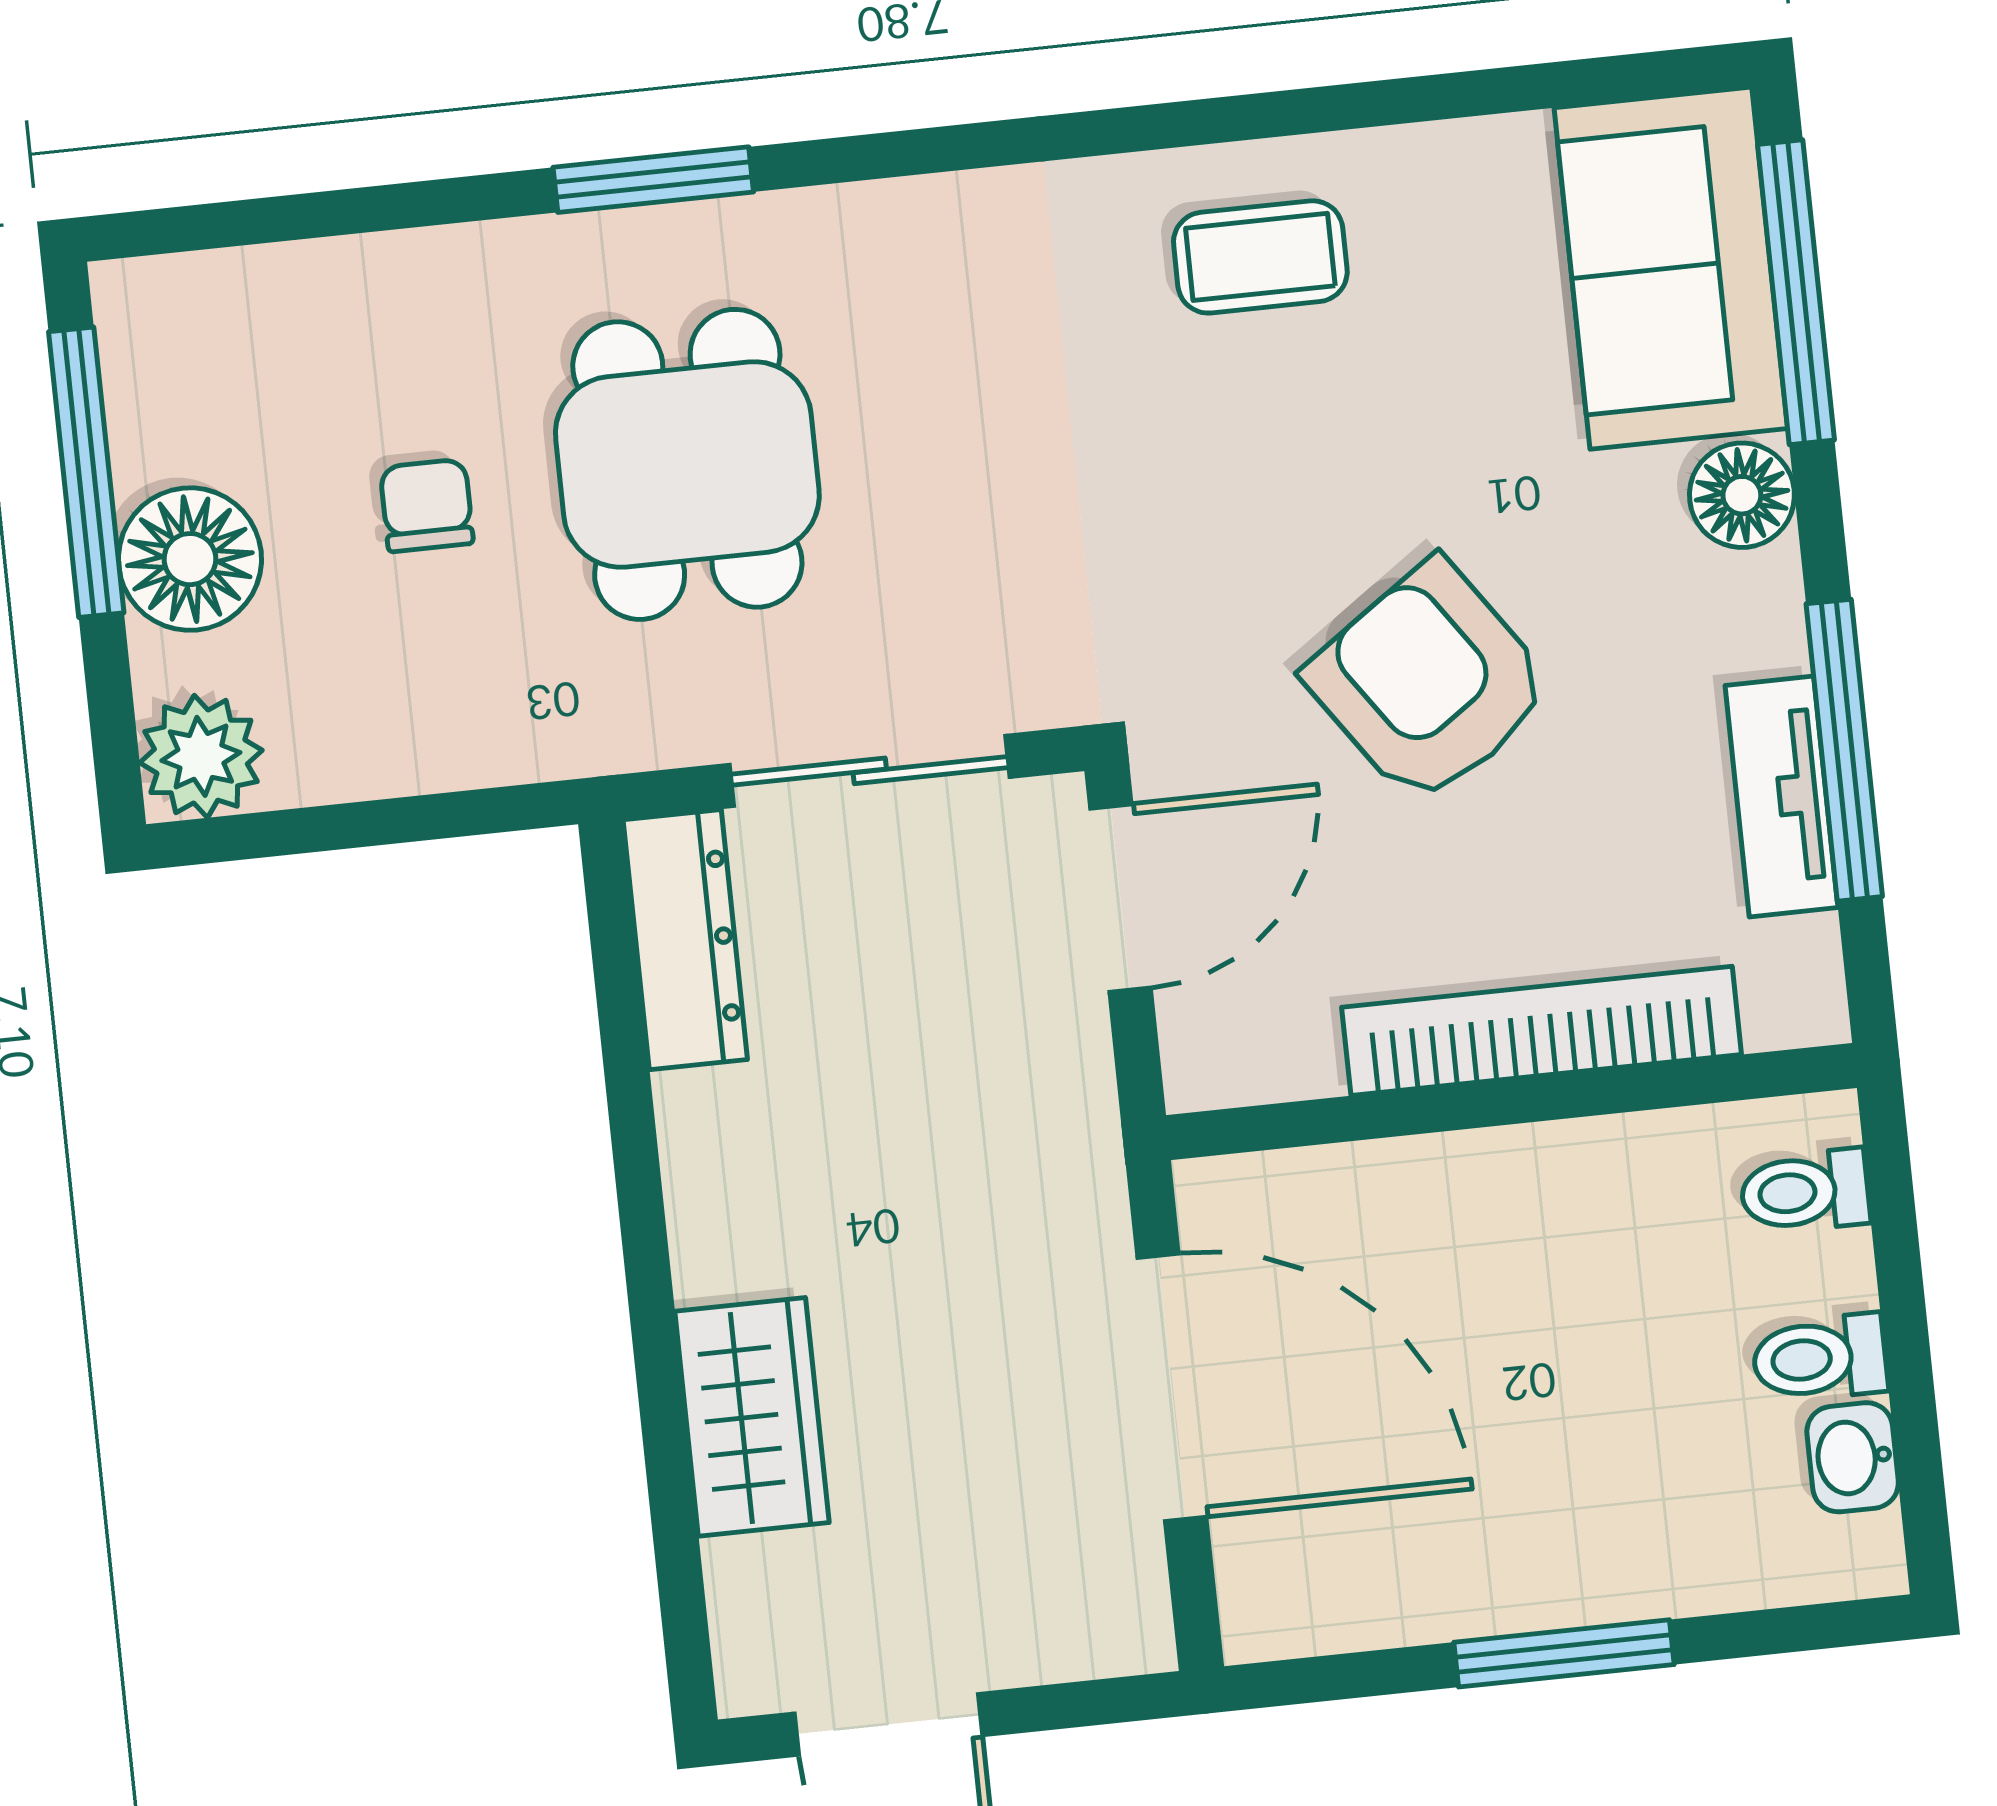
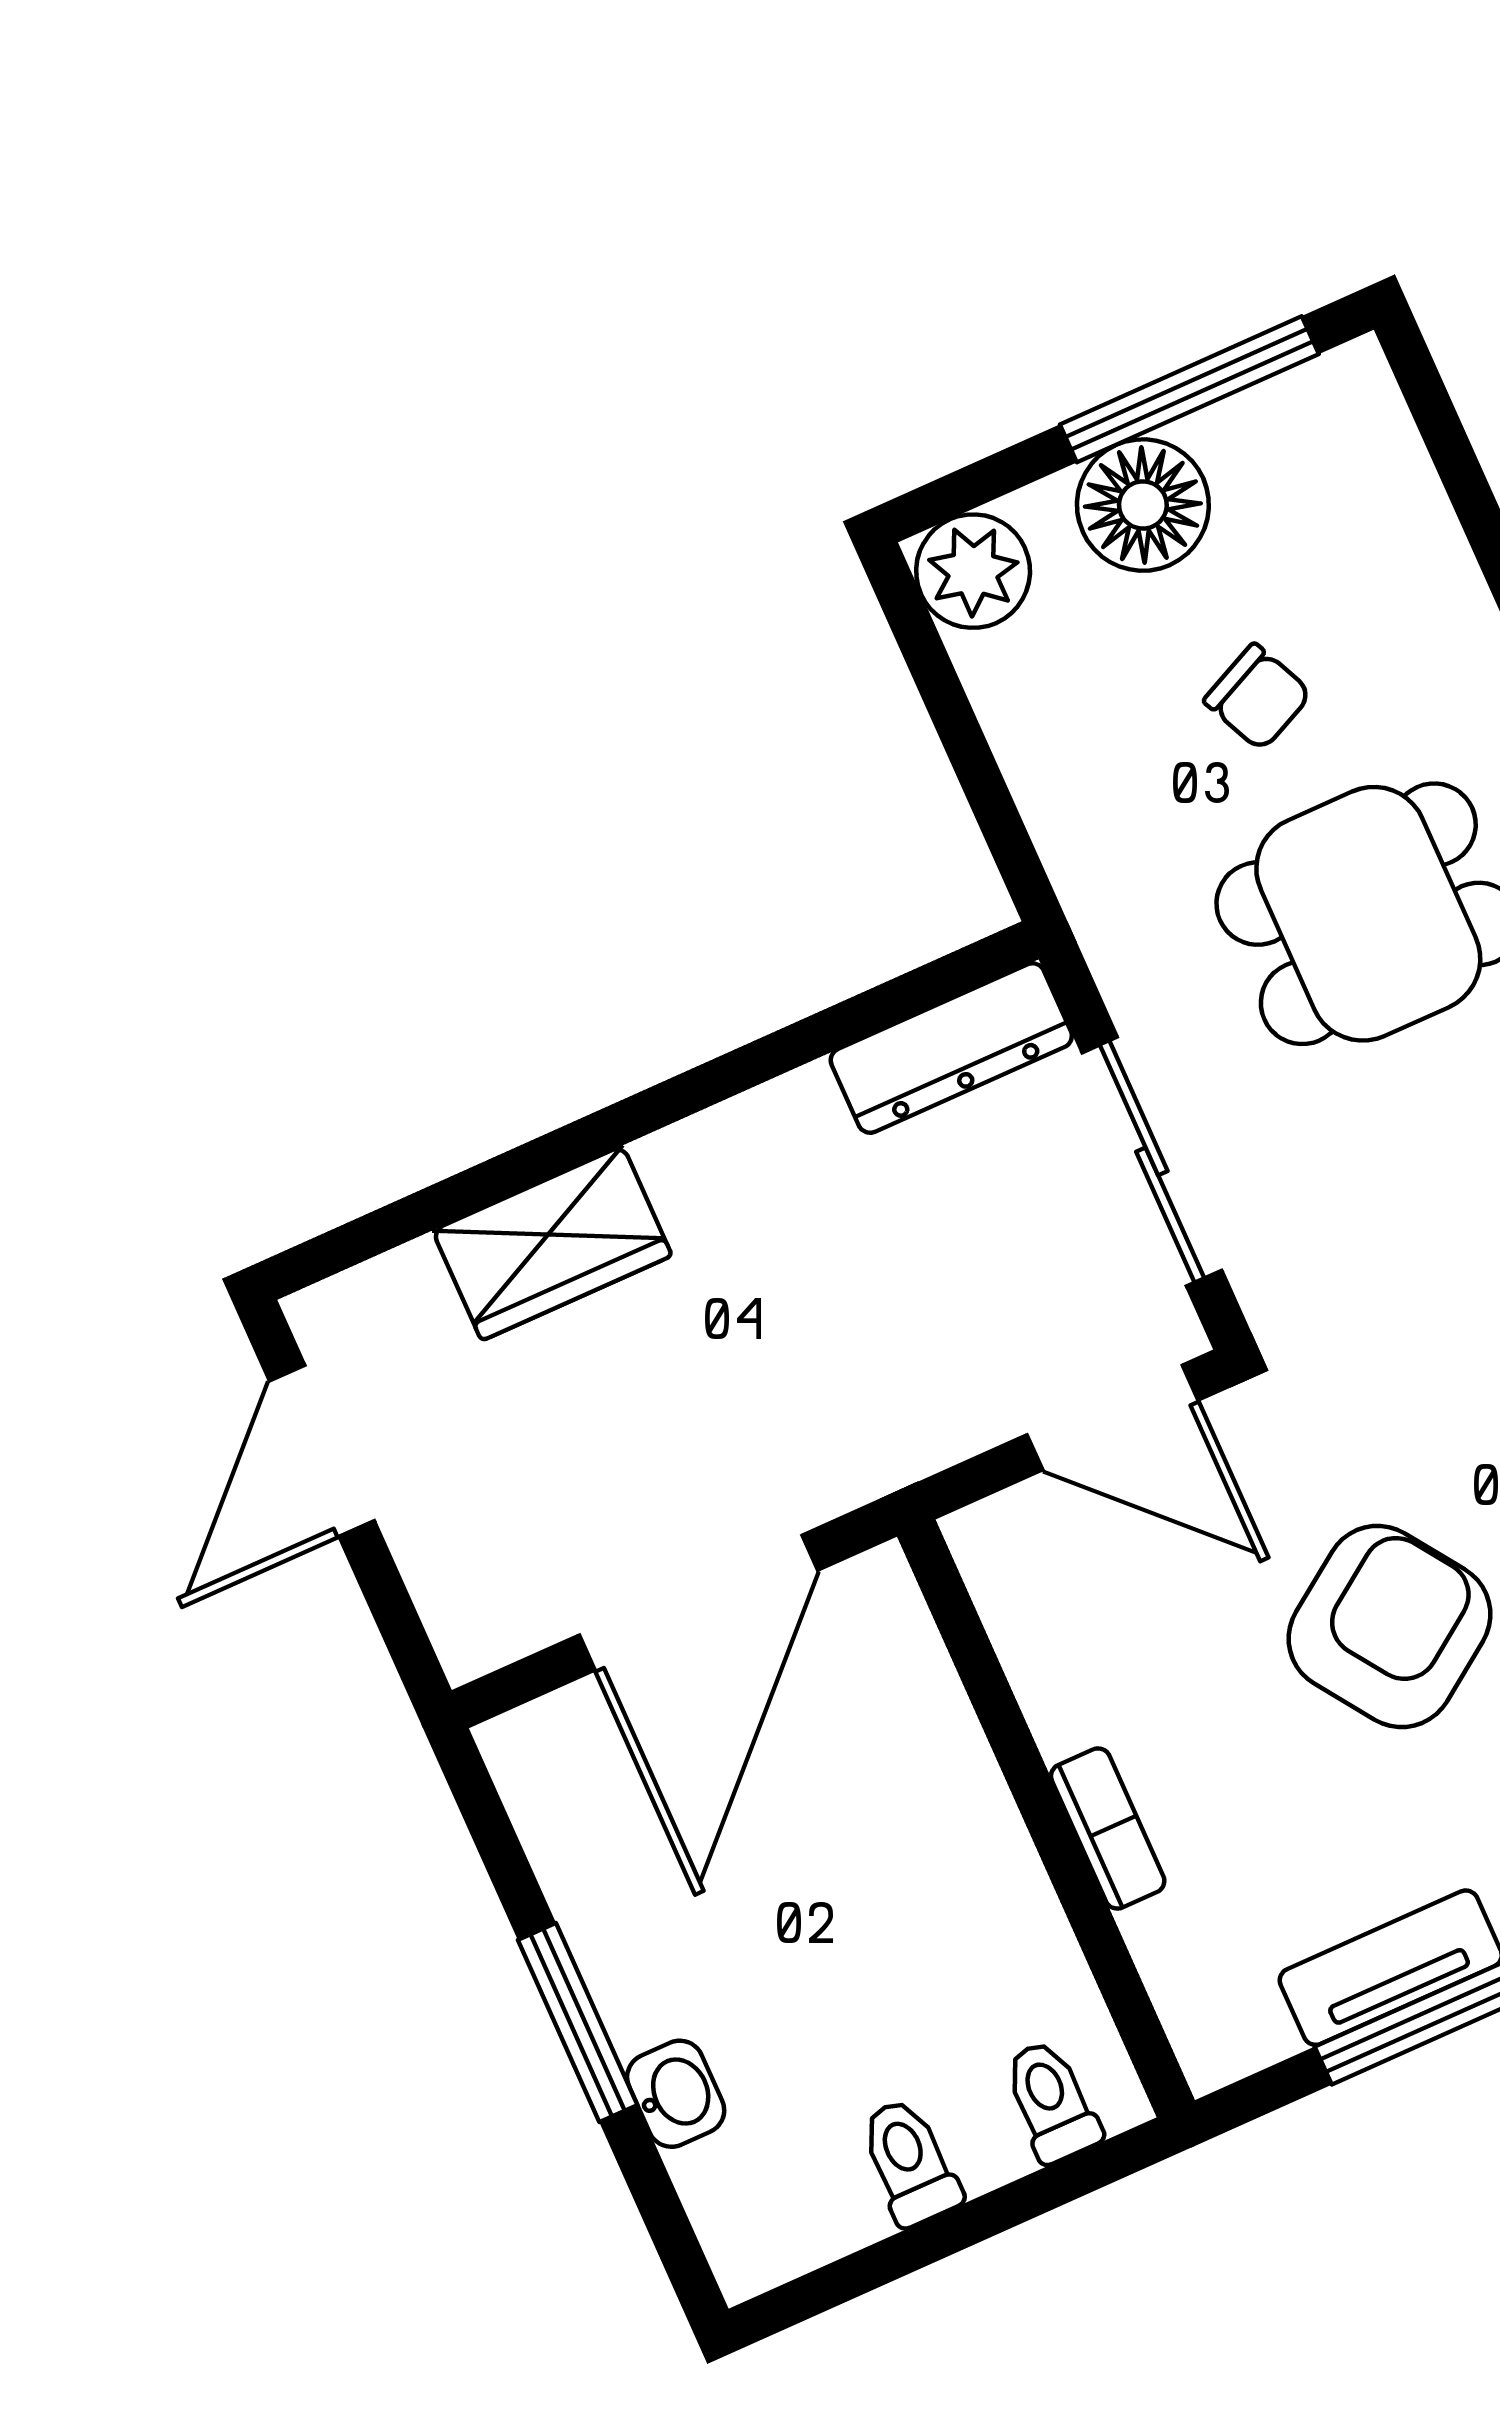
chair: (427, 505) -> (1258, 697), turned 65
bookcase: (1542, 1031) -> (1108, 1829), width x0.43, depth x0.76
washbasin: (1853, 1457) -> (676, 2094), moved, turned 90

